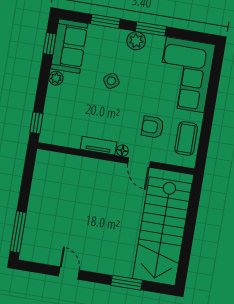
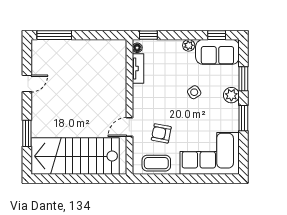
plant: (136, 41) -> (231, 95), moved
armchair: (153, 127) -> (161, 133), turned -79
tv unit: (99, 146) -> (138, 69), moved
floor lamp: (123, 151) -> (137, 48), moved

